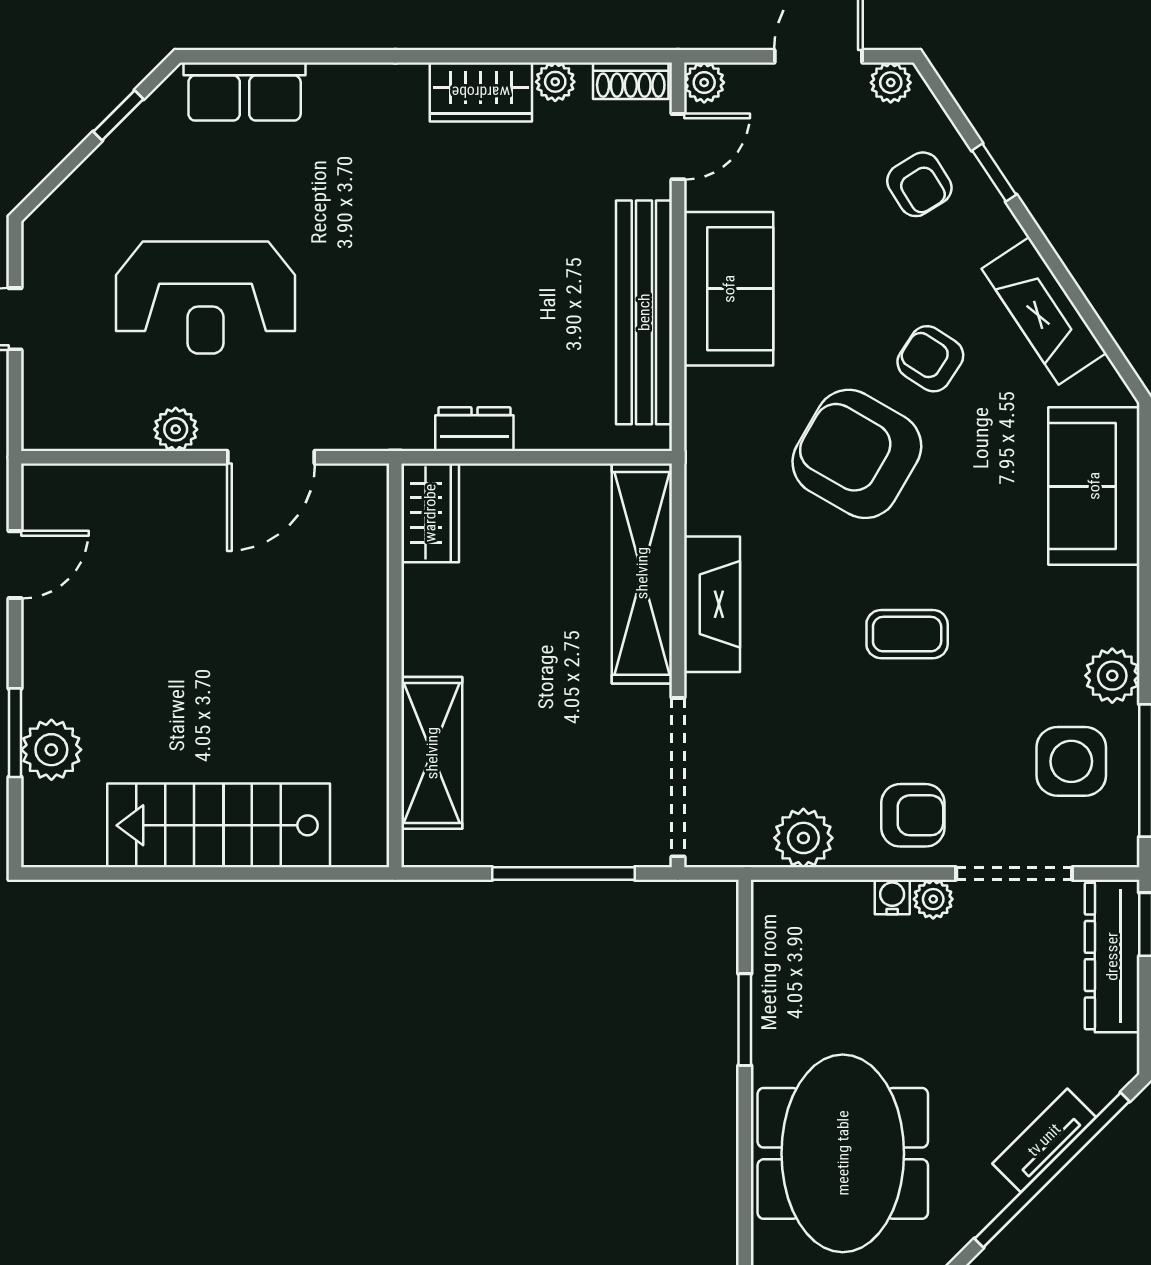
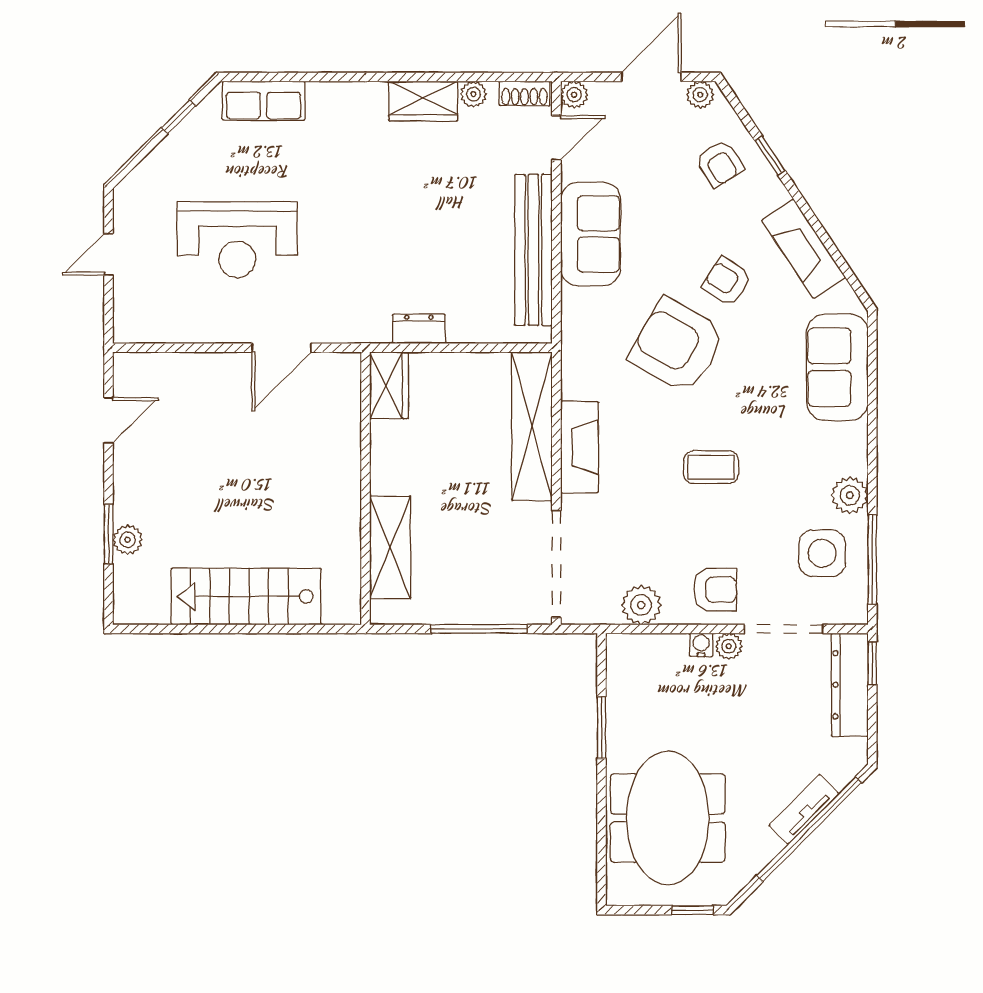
plant: (176, 429) -> (217, 329), removed
plant: (51, 750) -> (128, 540), width x0.73, depth x0.73

